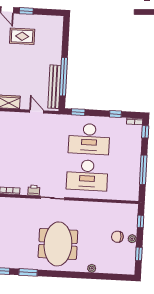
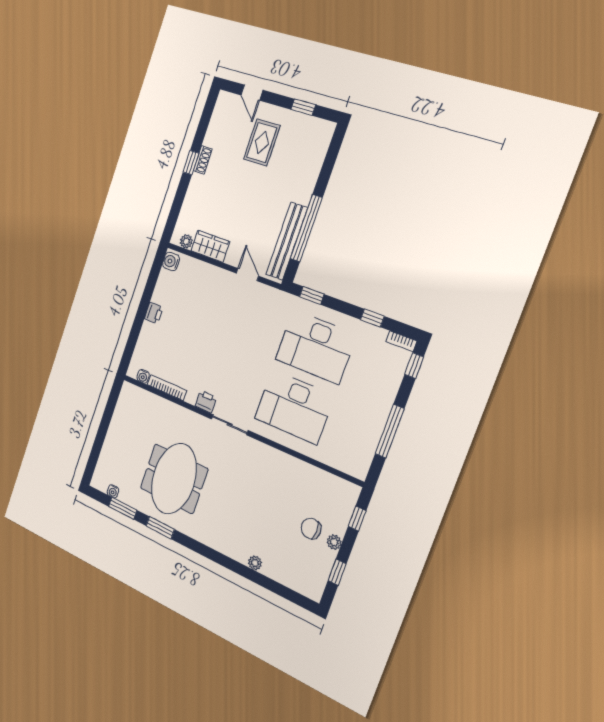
window: (26, 11) -> (303, 107), moved
rug: (22, 36) -> (262, 142), turned 90
meeting table: (58, 244) -> (174, 479), moved

